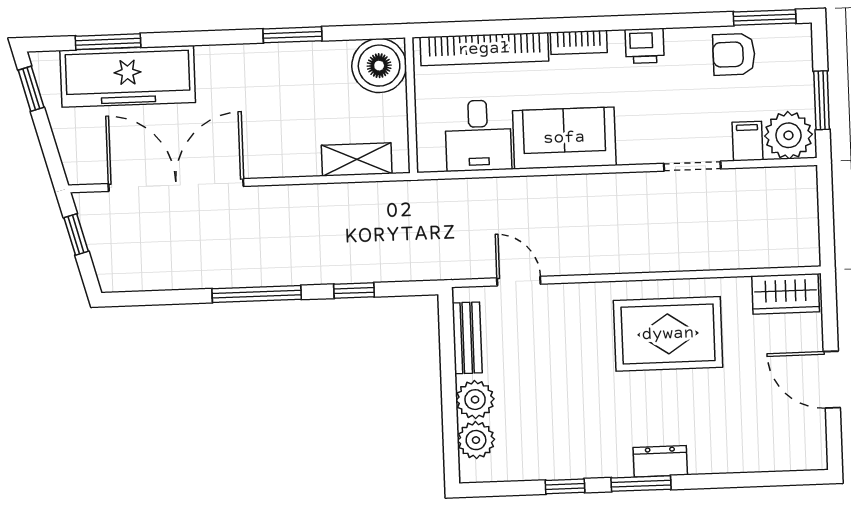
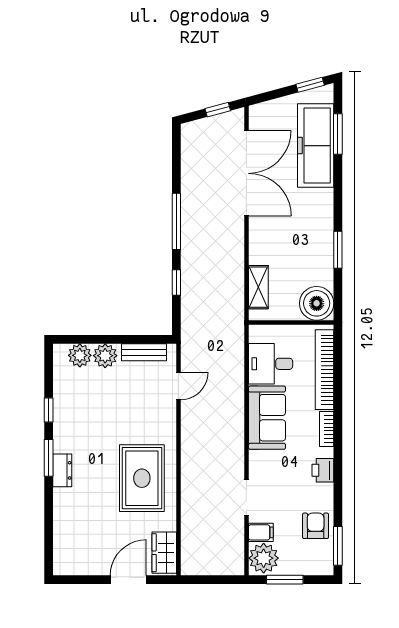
door: (832, 380) -> (128, 580), moved

